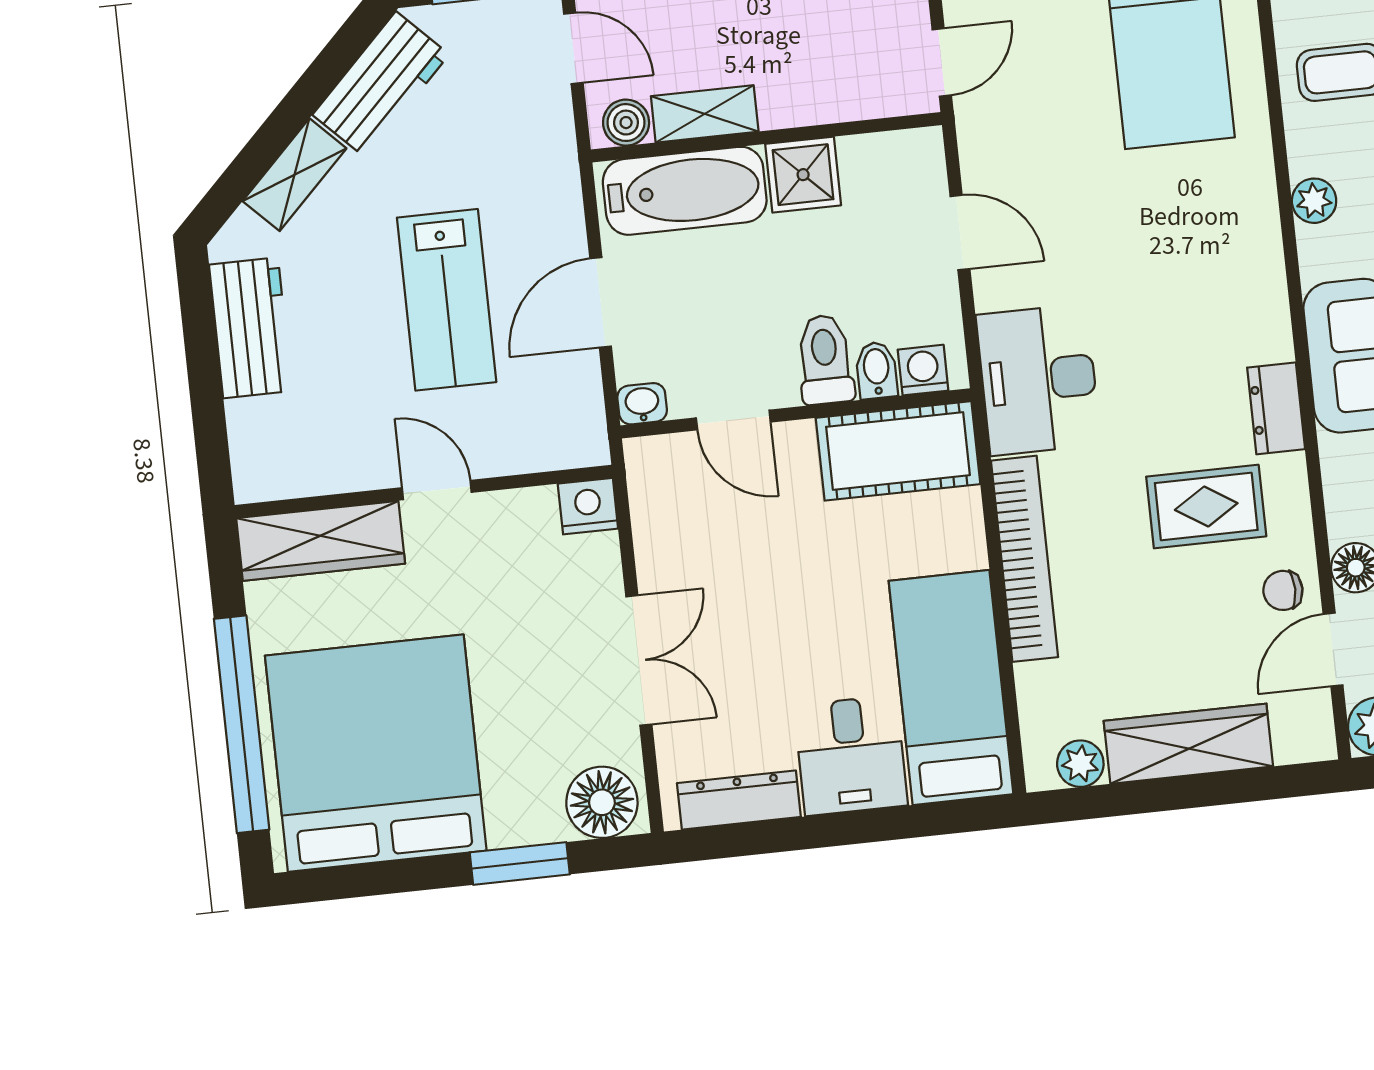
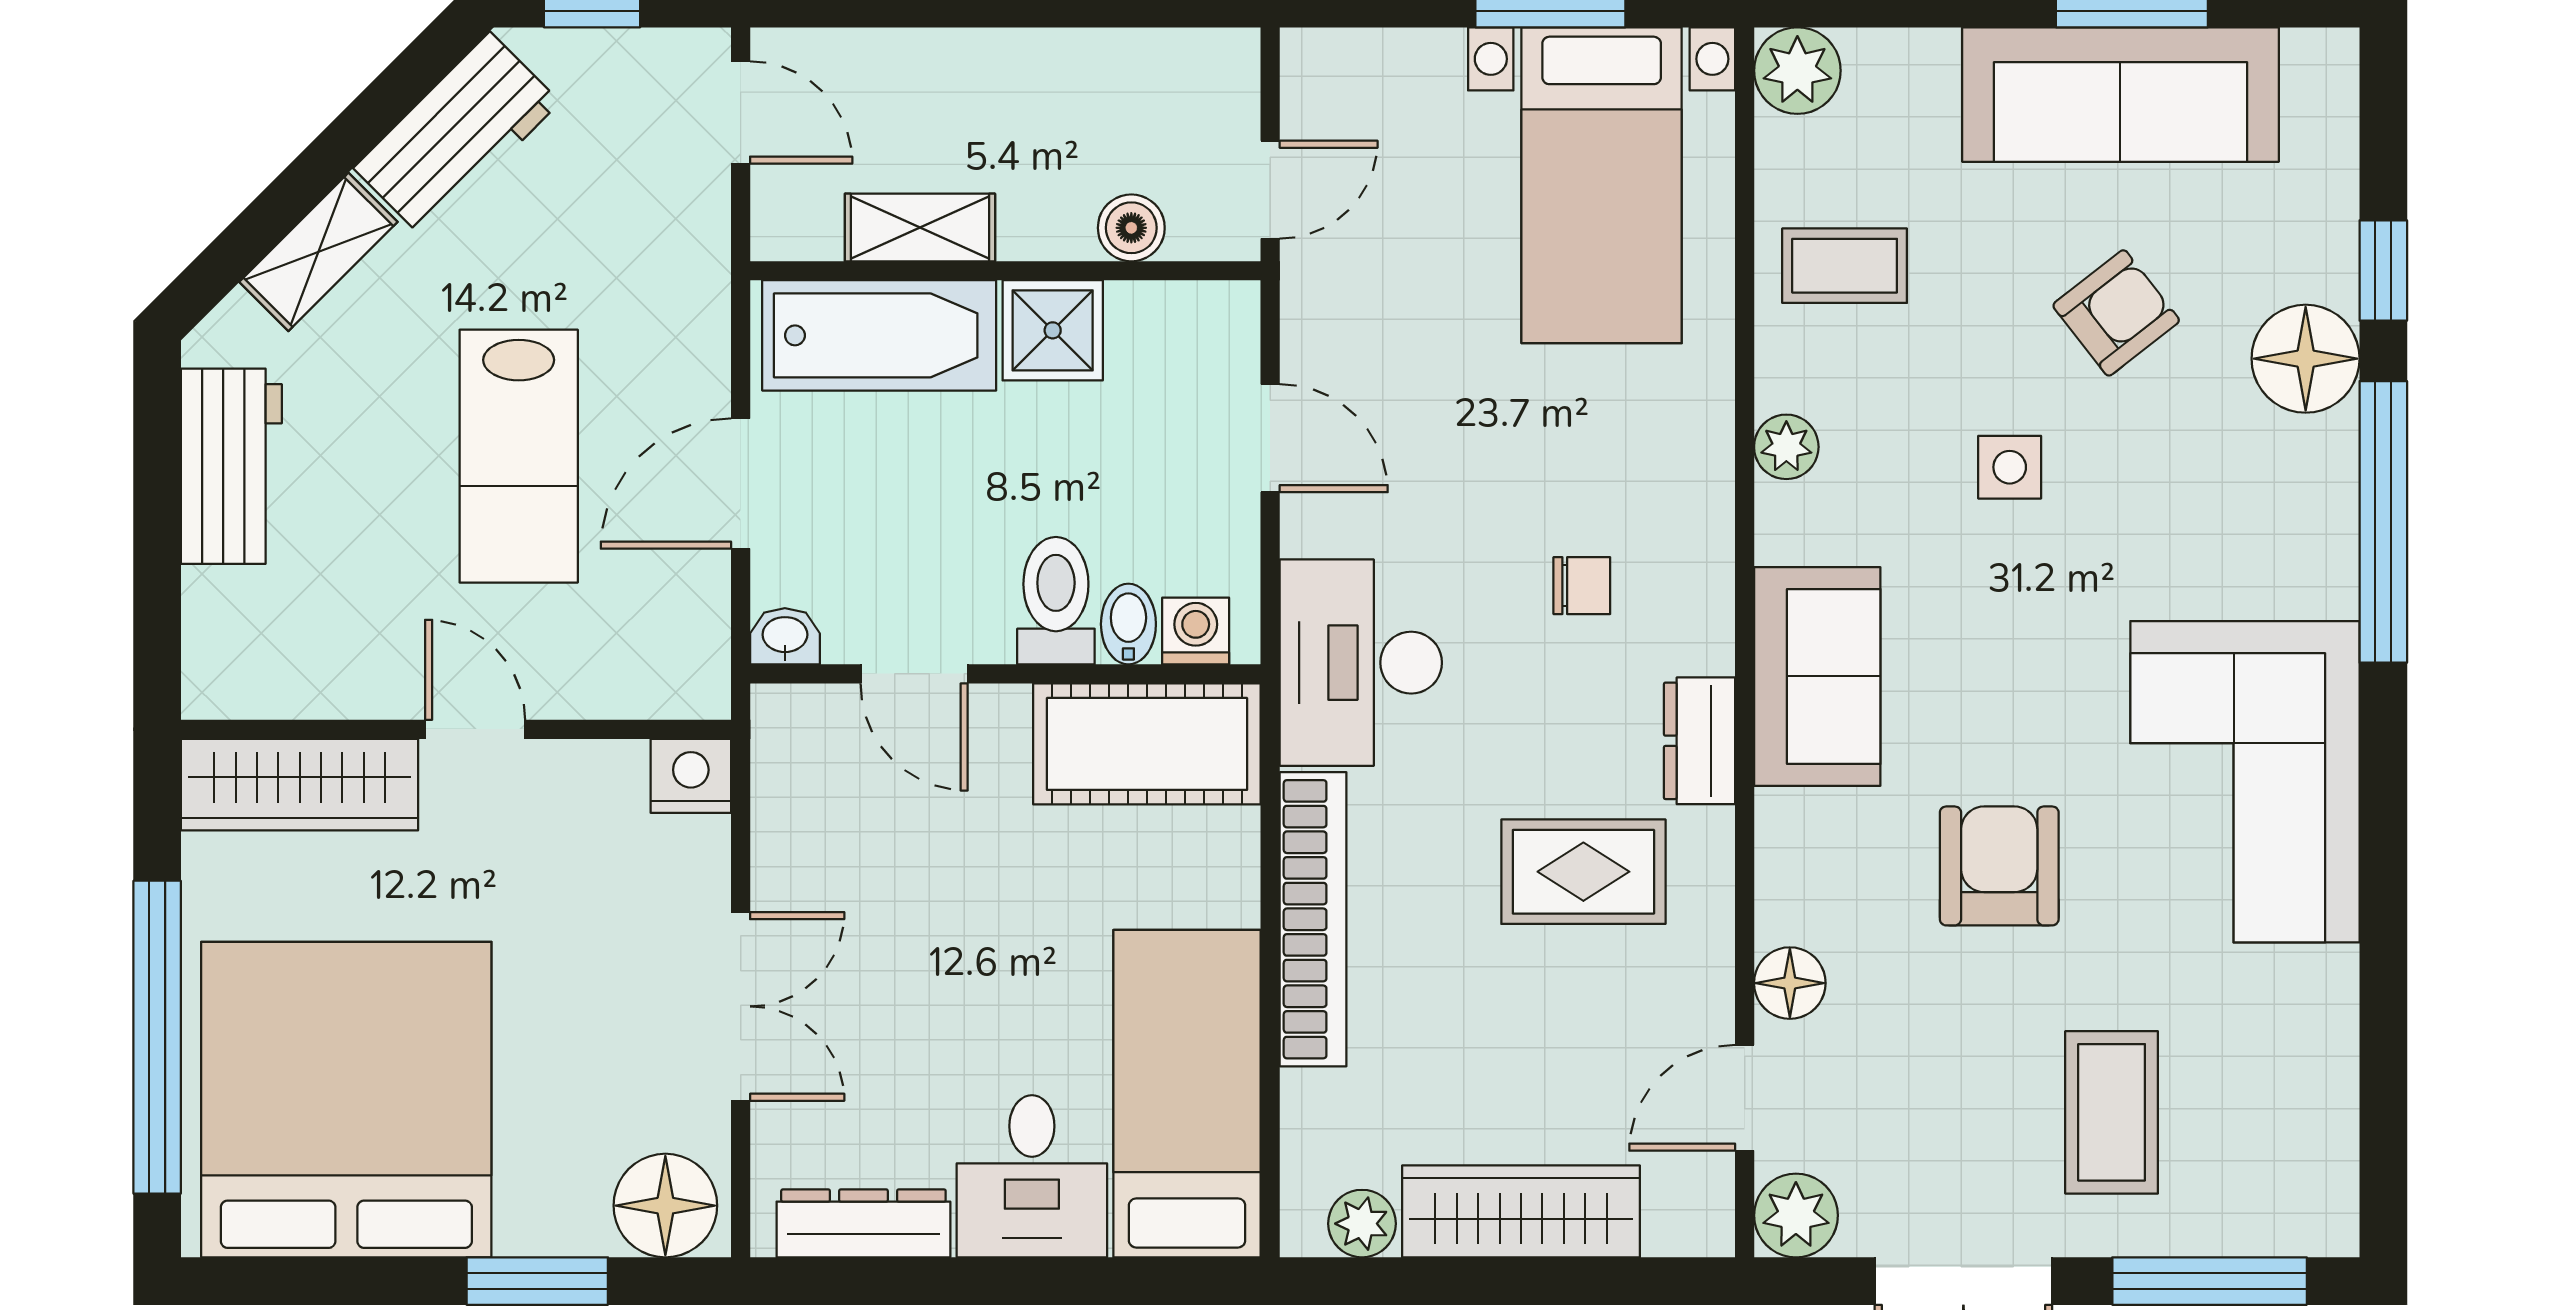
boiler: (626, 123) -> (1131, 228), moved
chair: (1283, 590) -> (1582, 586), moved, turned 180

